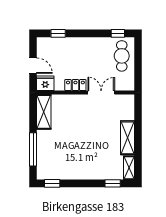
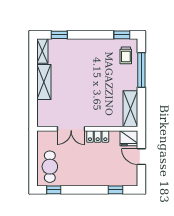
trolley: (48, 164) -> (126, 55), added

